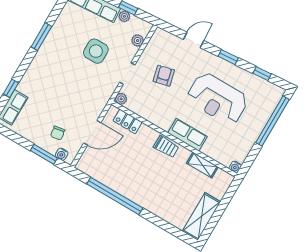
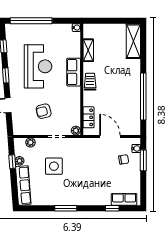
shelving: (201, 216) -> (133, 41), moved, turned 90

